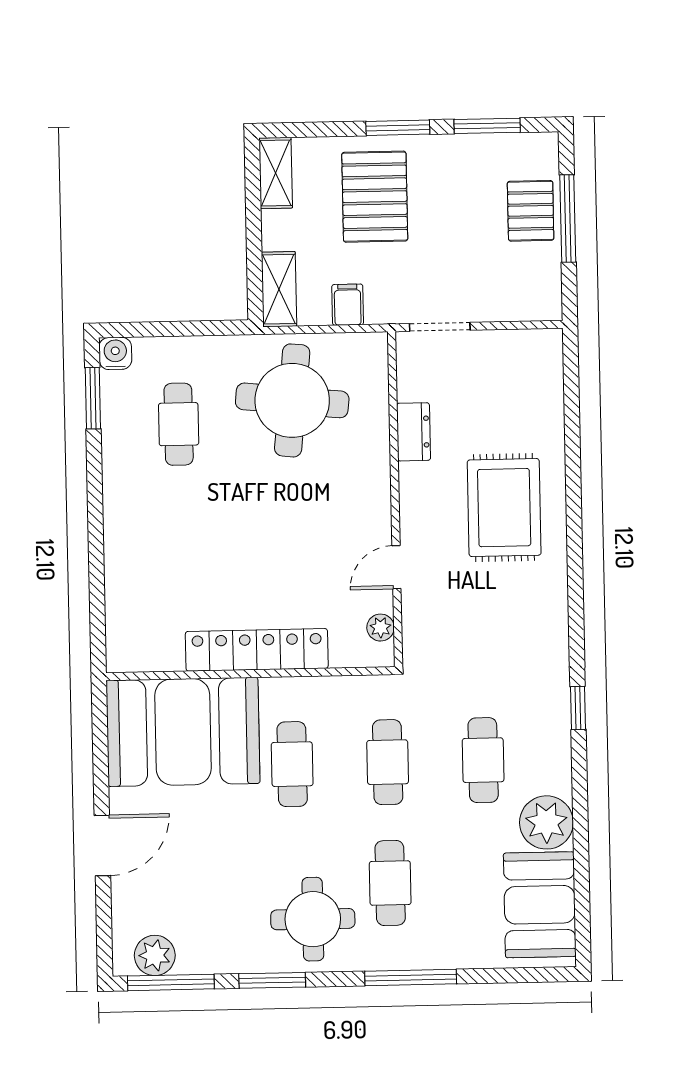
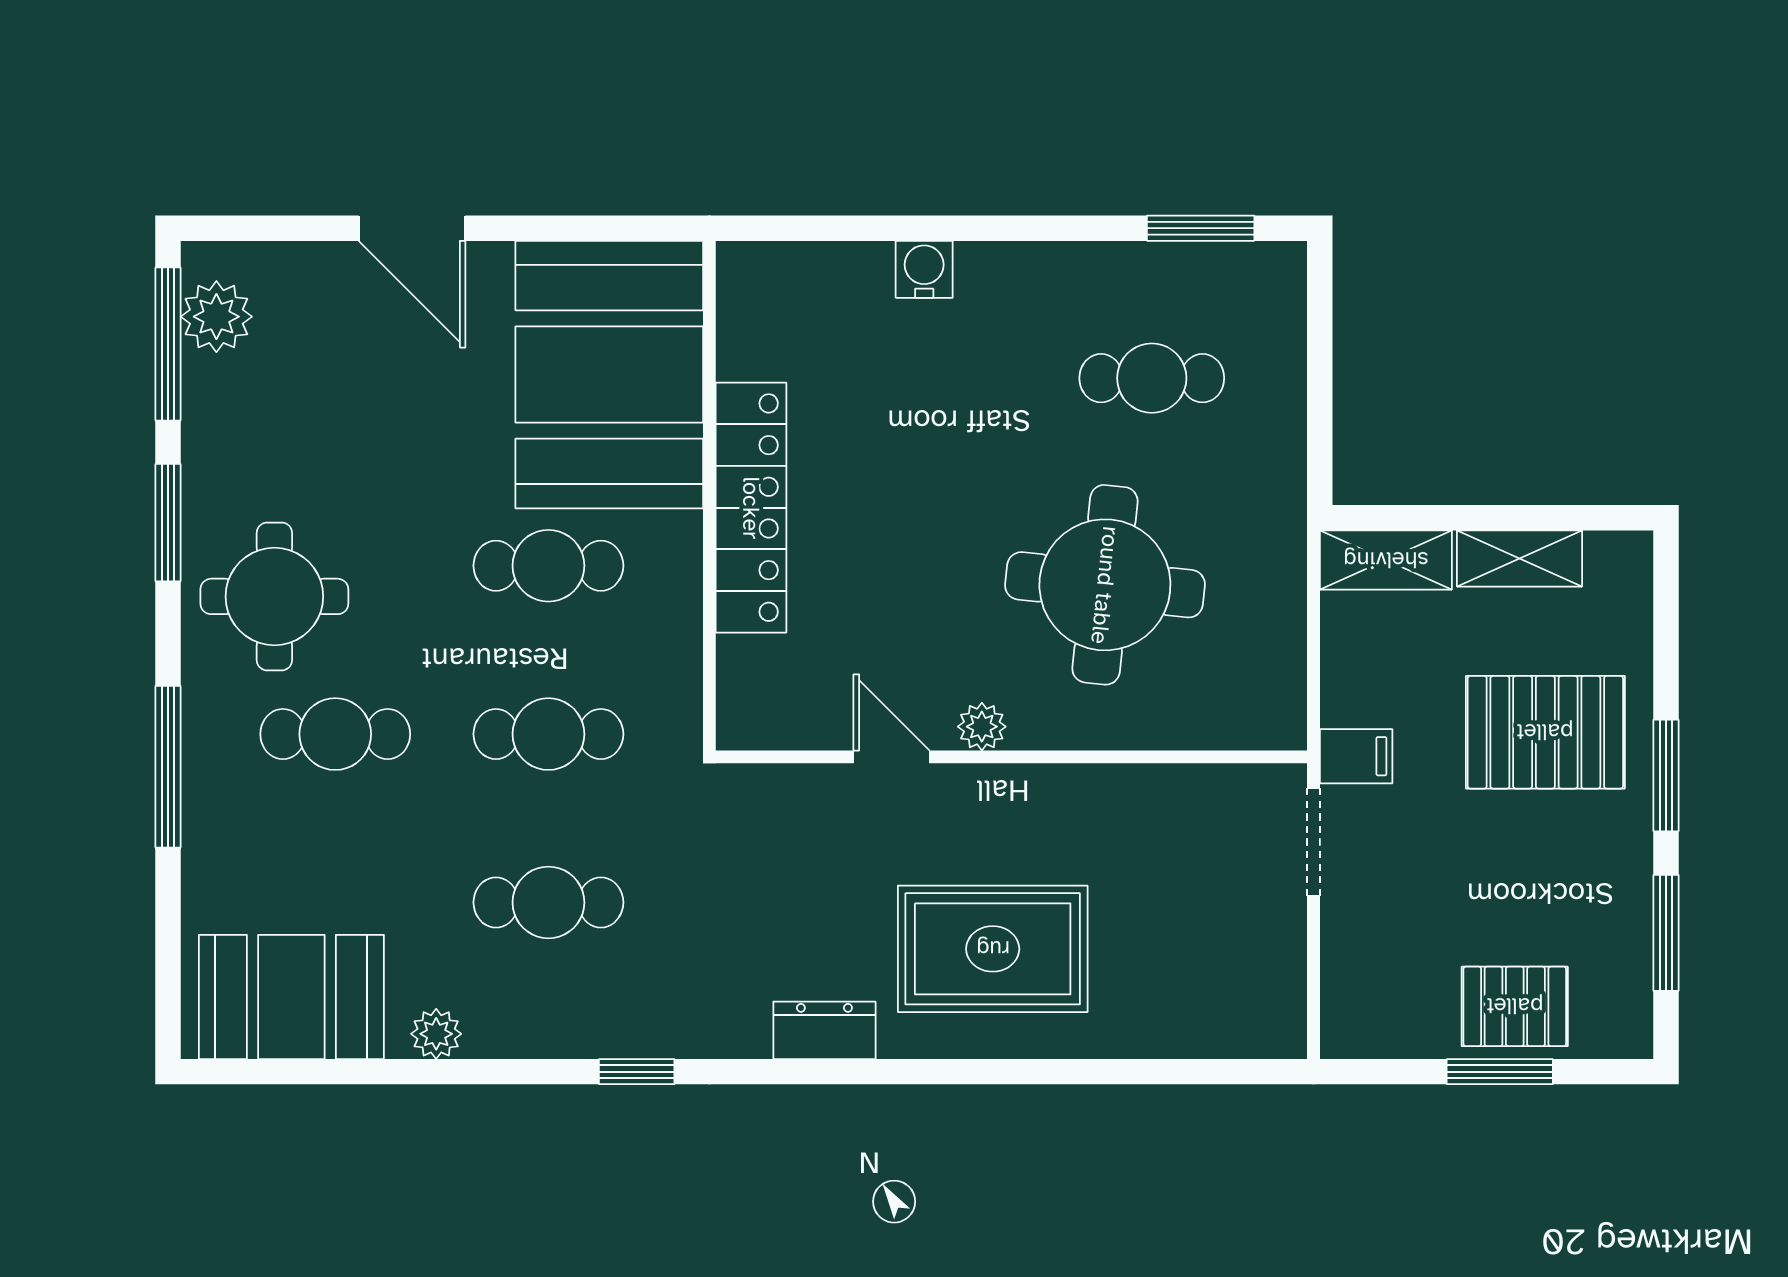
shelving: (276, 173) -> (1519, 558), moved
window: (568, 219) -> (1500, 1072), width x0.69
filing cabinet: (348, 305) -> (1356, 756), moved
water cooler: (115, 353) -> (924, 269), moved, turned -90
round table: (292, 400) -> (1105, 585), moved
dresser: (414, 432) -> (824, 1030), moved, turned 180
plant: (381, 628) -> (982, 727), moved
plant: (546, 822) -> (436, 1034), width x0.53, depth x0.53

